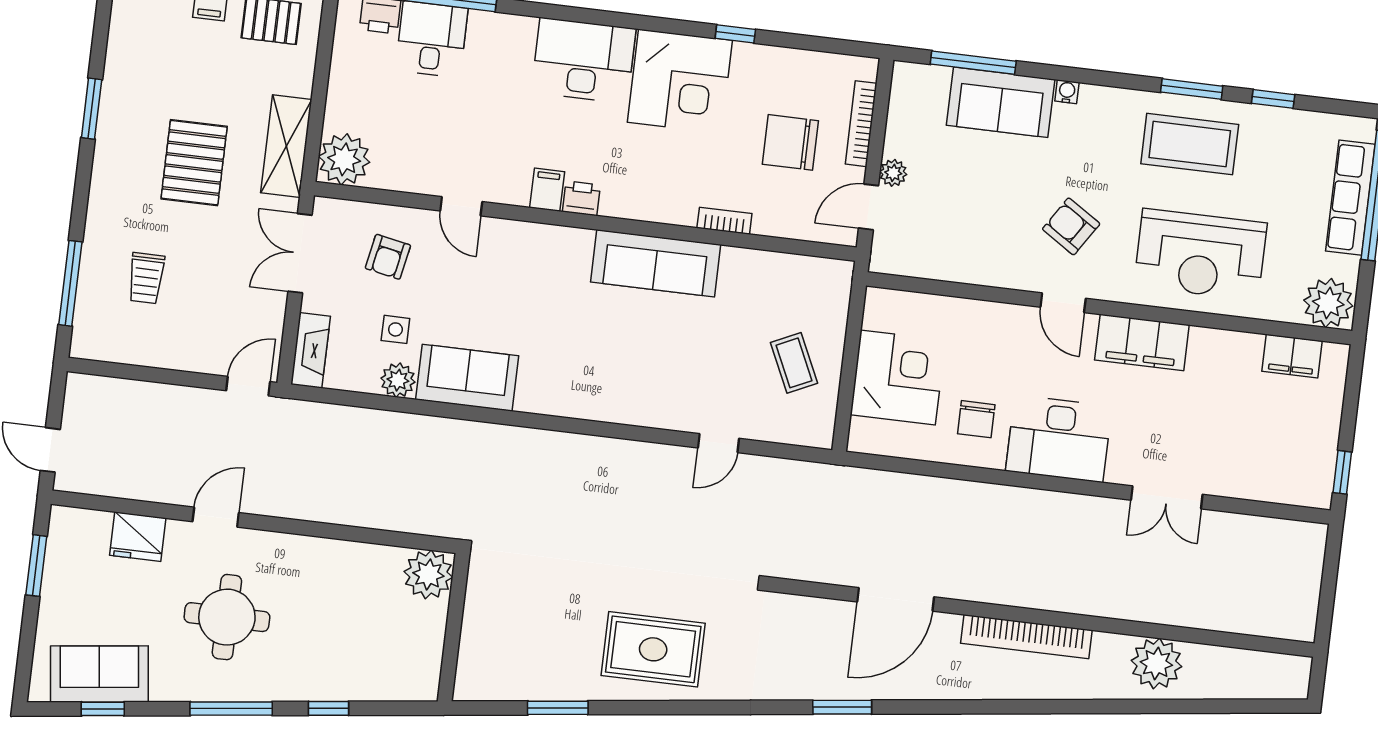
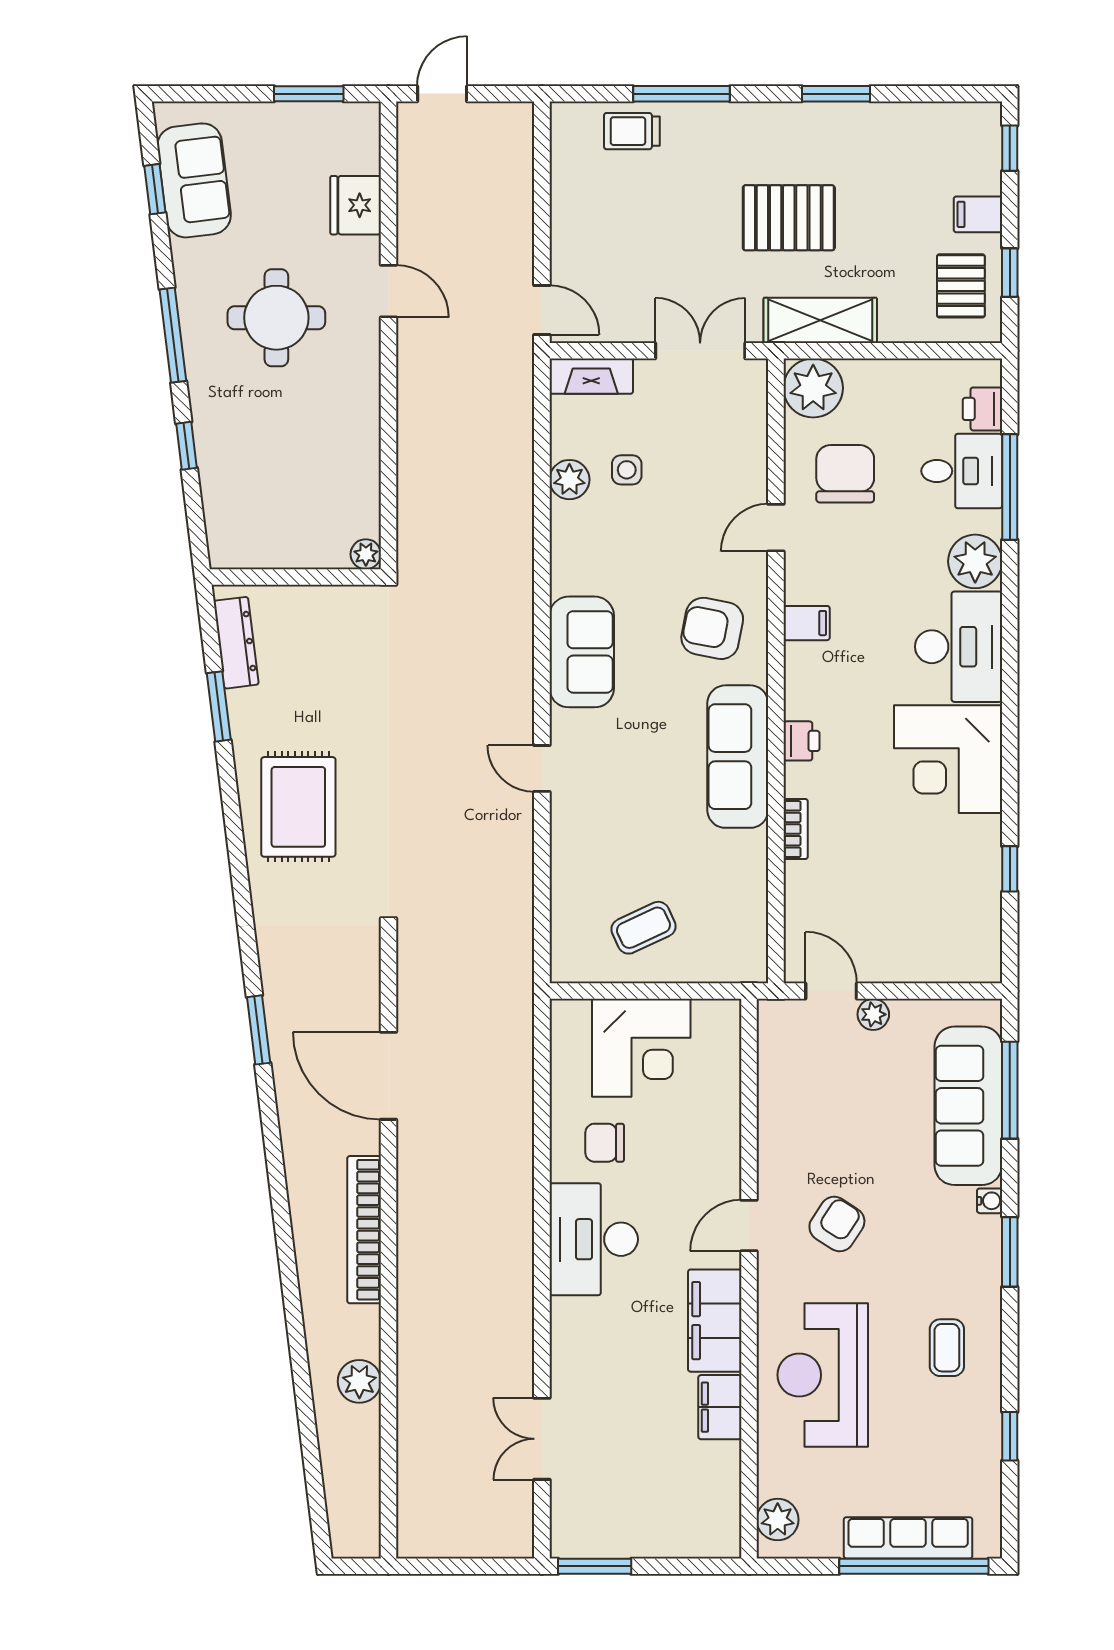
window: (735, 34) -> (1010, 869), moved
plant: (511, 37) -> (975, 561), added
window: (1192, 89) -> (1010, 1252), moved
sofa: (1001, 102) -> (968, 1106), width x1.36
bookcase: (861, 124) -> (925, 971), removed
chair: (790, 142) -> (845, 474), moved
coffee table: (1190, 144) -> (947, 1348), width x0.54, depth x0.58
printer: (581, 198) -> (801, 741), moved
armchair: (388, 257) -> (712, 628), moved, width x1.38, depth x1.38
trolley: (146, 278) -> (632, 131), moved
window: (70, 283) -> (681, 94), moved
plant: (1328, 303) -> (778, 1520), width x0.73, depth x0.73
filing cabinet: (1292, 356) -> (720, 1407), moved
sofa: (467, 378) -> (582, 652), moved
door: (719, 443) -> (542, 769), moved
window: (1342, 472) -> (595, 1566), width x1.50
double door: (1167, 497) -> (542, 1439), moved
plant: (428, 574) -> (366, 554), width x0.53, depth x0.53
plant: (1156, 663) -> (359, 1381), width x0.73, depth x0.73
dresser: (504, 686) -> (236, 643), added

